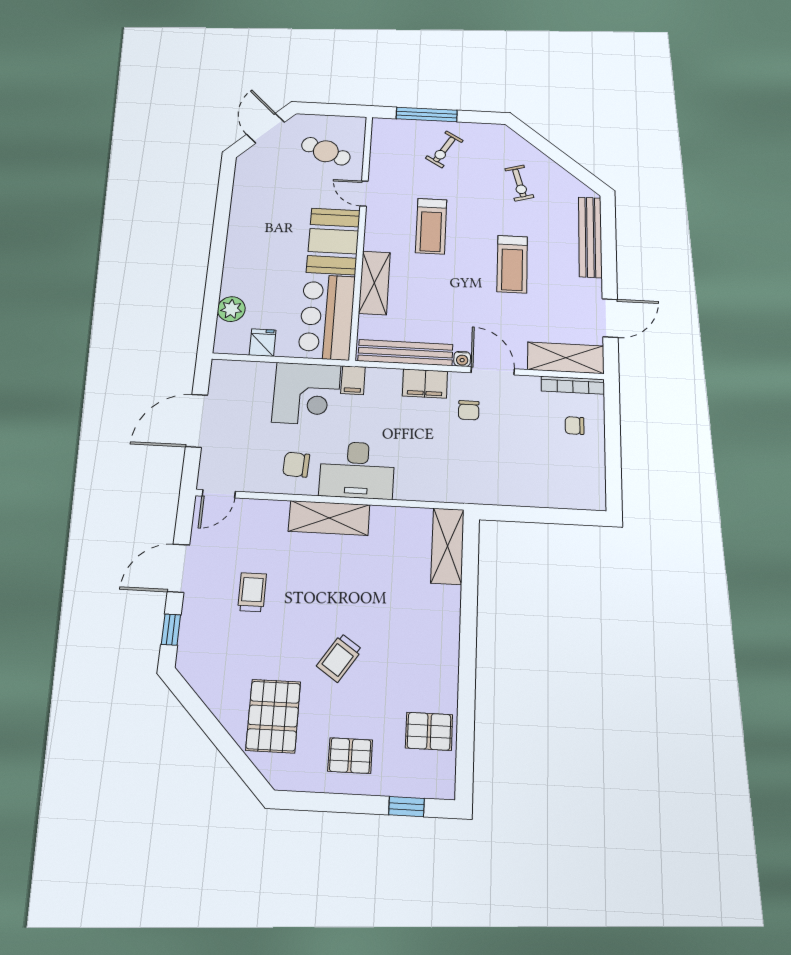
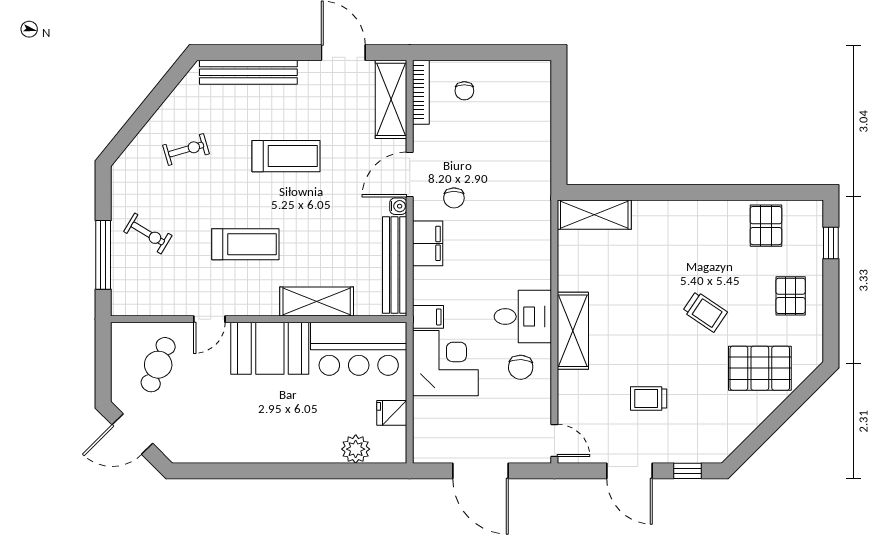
chair: (469, 410) -> (454, 198), turned 90
desk: (357, 470) -> (523, 317), width x0.73

